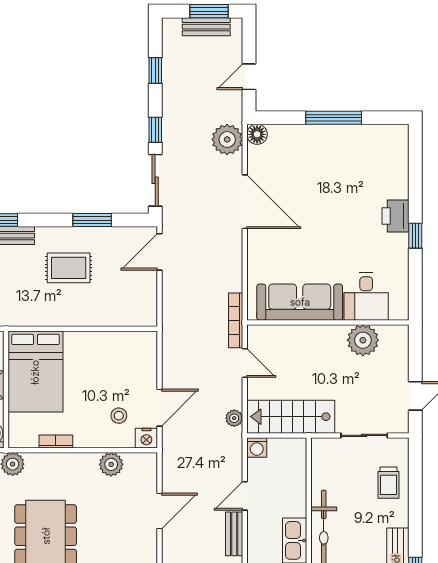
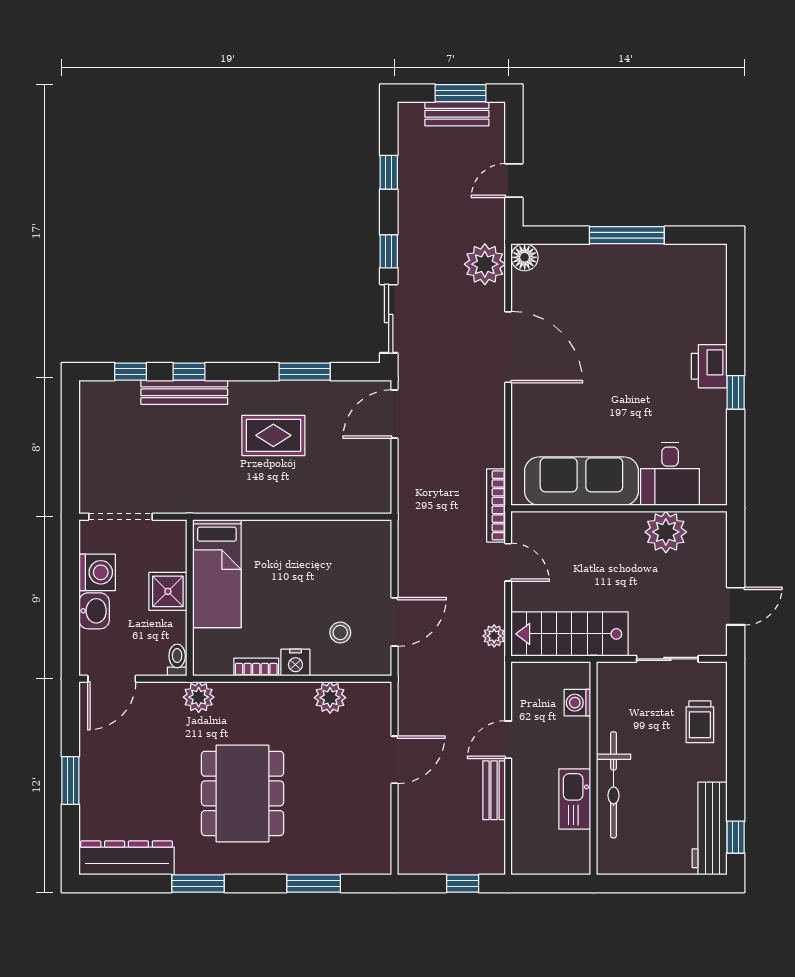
bed: (35, 372) -> (217, 574), width x0.67
nightstand: (146, 438) -> (295, 663), moved
washing machine: (257, 447) -> (577, 703), moved, turned 90

